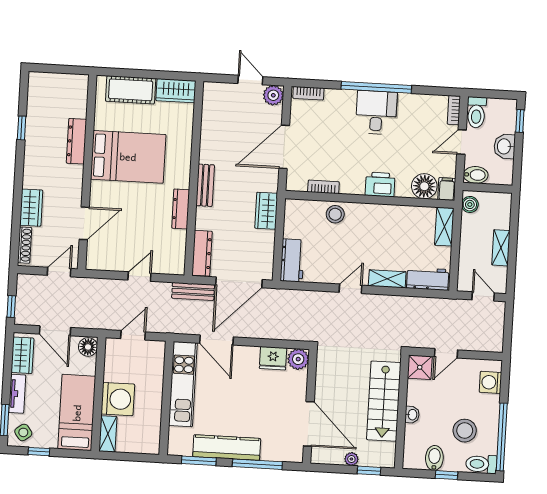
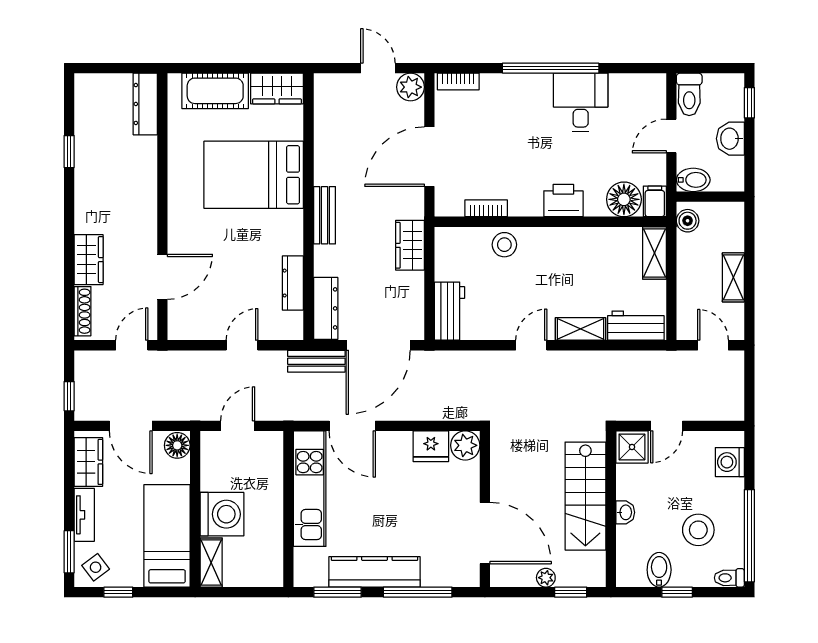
bookcase: (454, 110) -> (658, 93), removed
desk: (376, 112) -> (581, 102), moved
dresser: (76, 141) -> (145, 104), moved
bed: (128, 157) -> (254, 175), moved, turned 180
dresser: (181, 209) -> (293, 283), moved
toilet: (481, 464) -> (729, 578), width x0.73, depth x0.72

